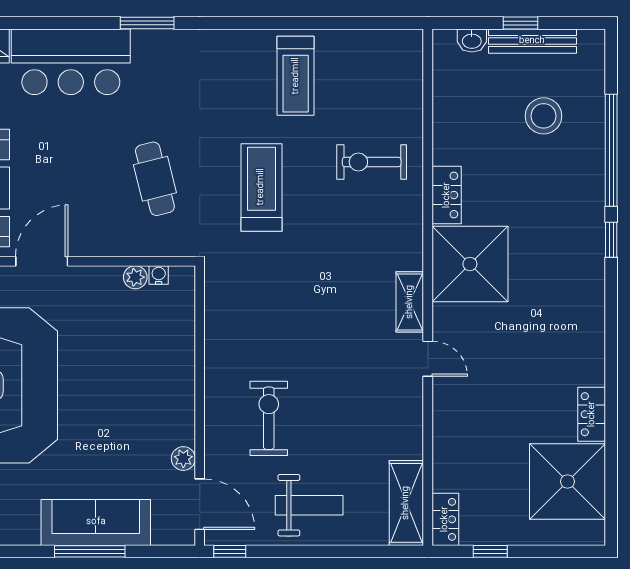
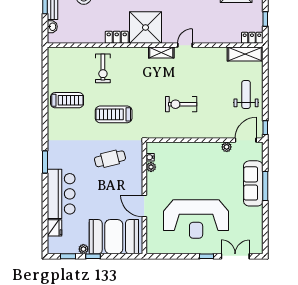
exercise bike: (269, 418) -> (181, 104), moved

